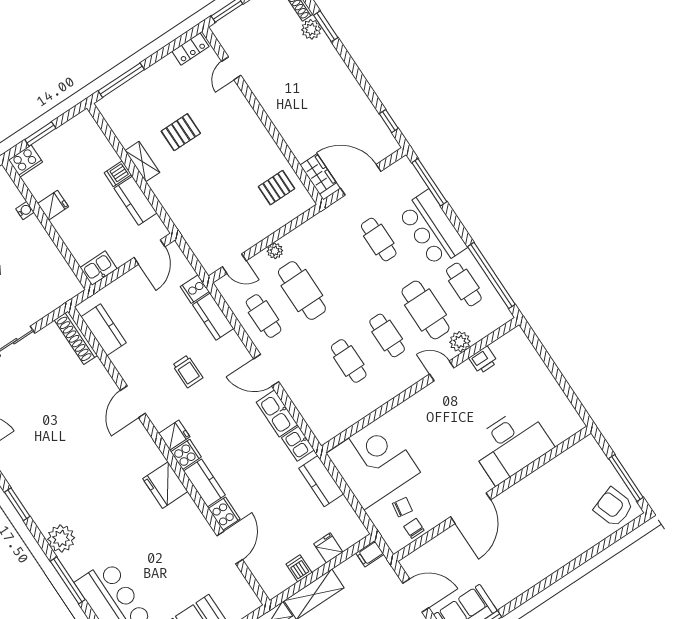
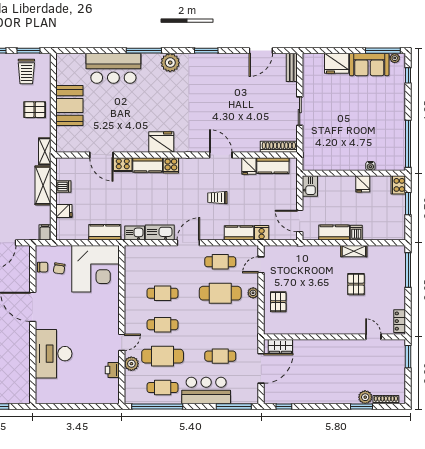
pallet: (277, 188) -> (278, 302), moved
fridge: (174, 435) -> (249, 166), moved

